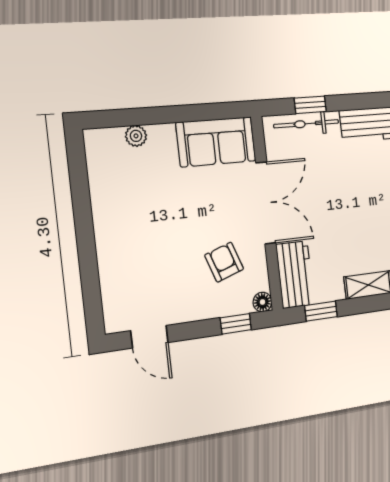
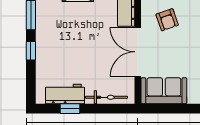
window: (310, 105) -> (70, 109), moved

